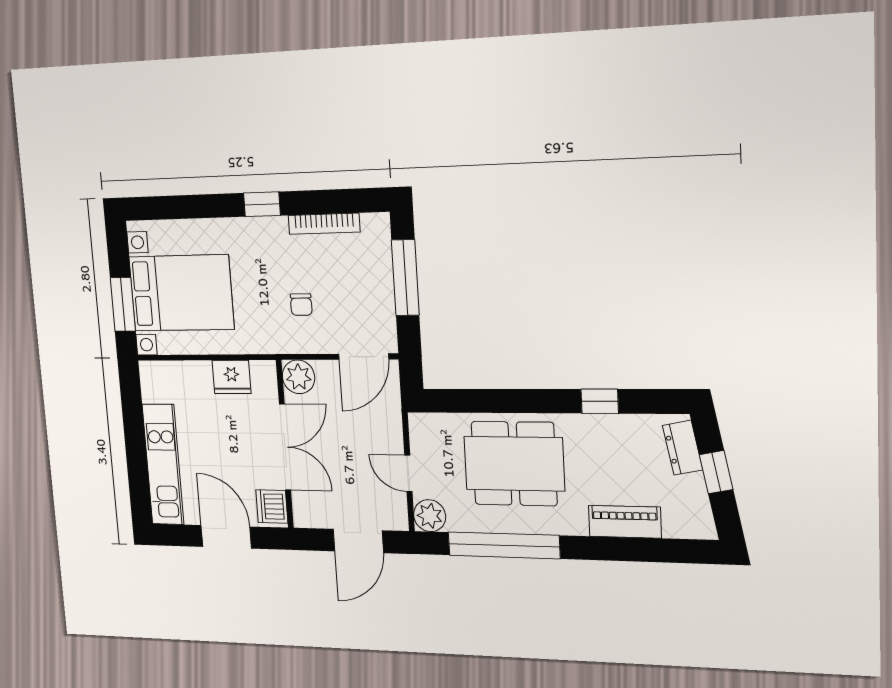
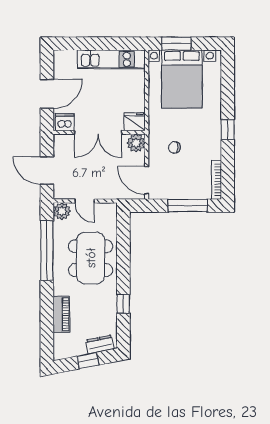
bookcase: (324, 224) -> (217, 180), moved
fridge: (232, 377) -> (135, 122), moved, turned 90
kitchen unit: (163, 465) -> (111, 59), moved
door: (408, 473) -> (85, 201), swing flipped

